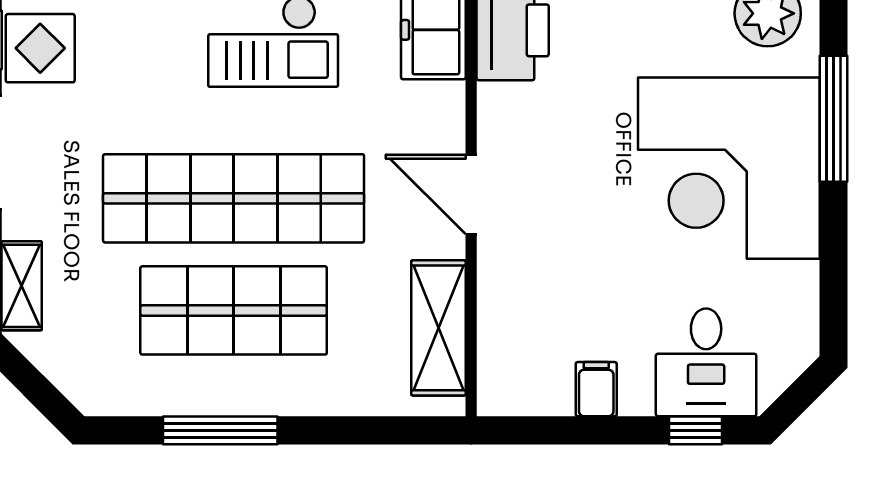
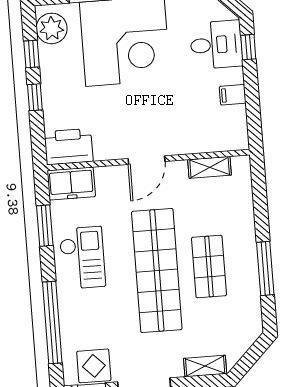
shop shelf: (234, 310) -> (209, 266), width x0.70, depth x0.74
shelving: (438, 328) -> (210, 167), width x0.67, depth x0.75

